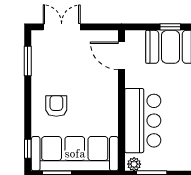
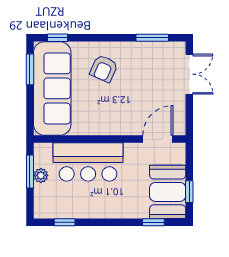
armchair: (56, 106) -> (104, 69), turned 114
plant: (134, 164) -> (41, 175), moved

